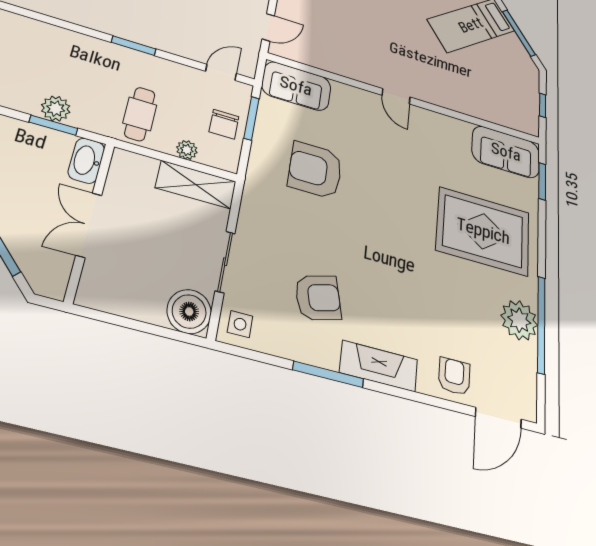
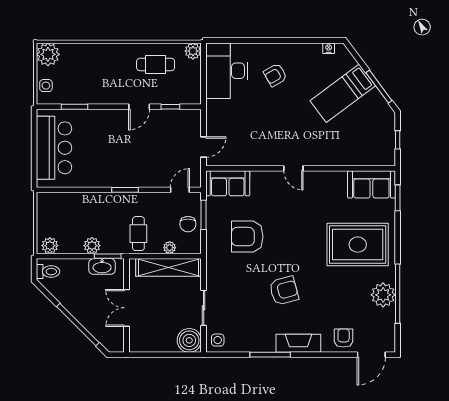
window: (53, 125) -> (108, 256), moved
washbasin: (86, 161) -> (102, 266), moved, turned -90
shelving: (196, 185) -> (169, 267), width x1.47
armchair: (318, 298) -> (284, 291), moved

